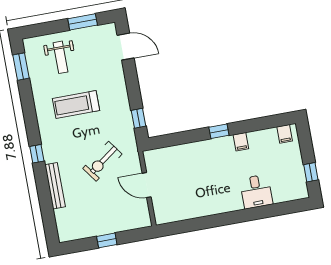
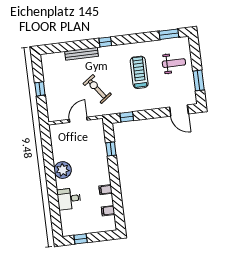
door: (126, 47) -> (179, 110), hinge flipped
weight bench: (60, 57) -> (174, 63), turned 180
window: (219, 131) -> (111, 149), moved
filing cabinet: (285, 134) -> (108, 211), moved
plant: (217, 202) -> (63, 170), added

